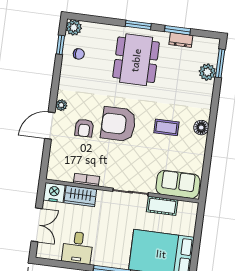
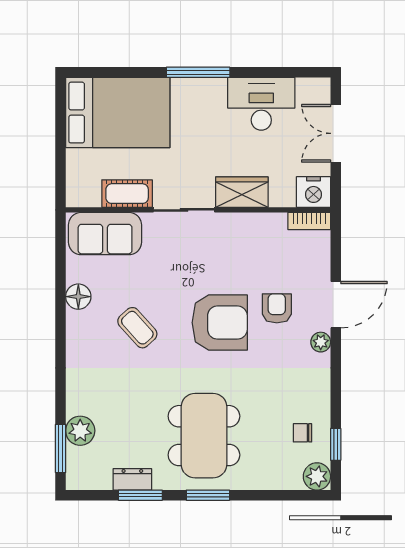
coffee table: (166, 127) -> (137, 328), turned 48
floor lamp: (201, 128) -> (78, 297), moved
bookcase: (86, 180) -> (309, 221), moved
wardrobe: (80, 196) -> (242, 192), moved
desk: (78, 248) -> (261, 104), width x1.37

